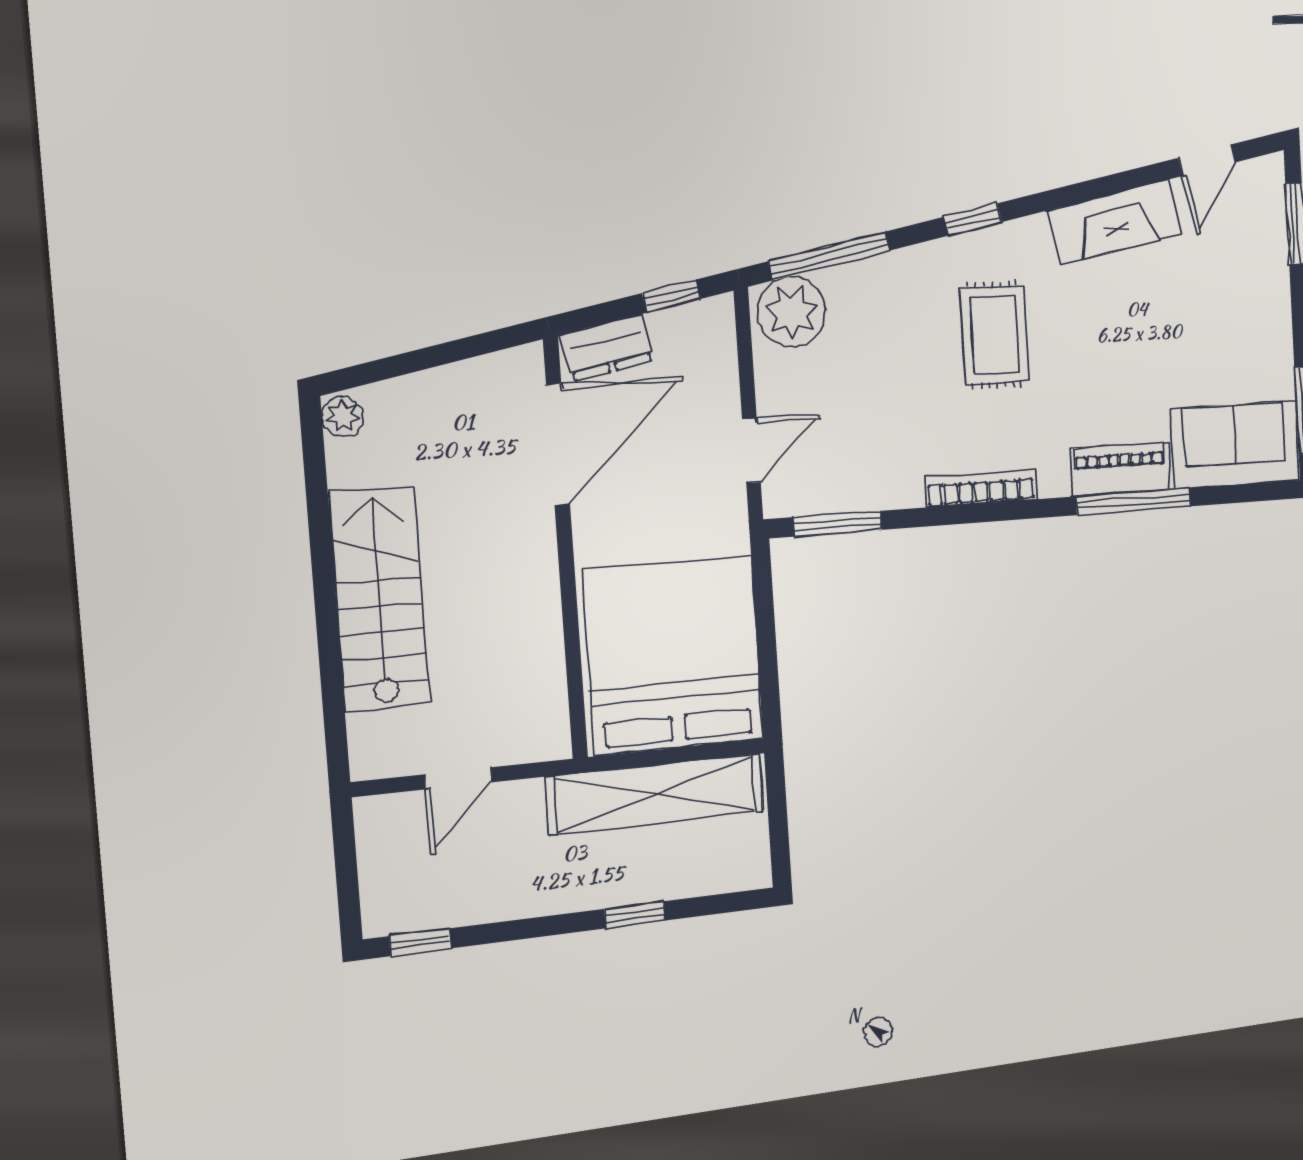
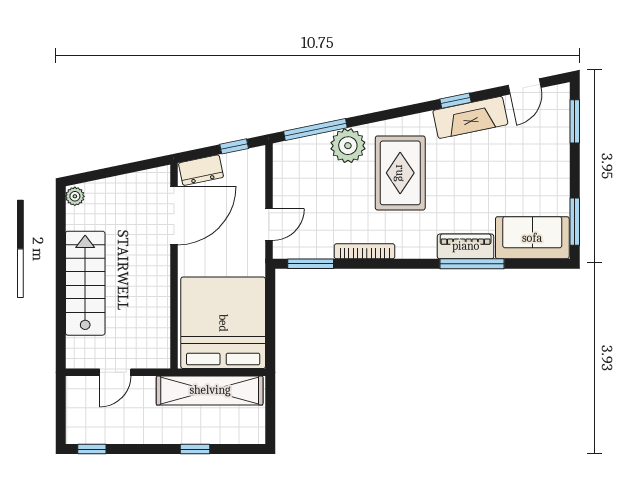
window: (973, 220) -> (456, 101), moved
plant: (791, 312) -> (348, 146), moved
rug: (995, 335) -> (400, 173), width x1.36, depth x1.43
bookcase: (981, 488) -> (365, 251), moved

